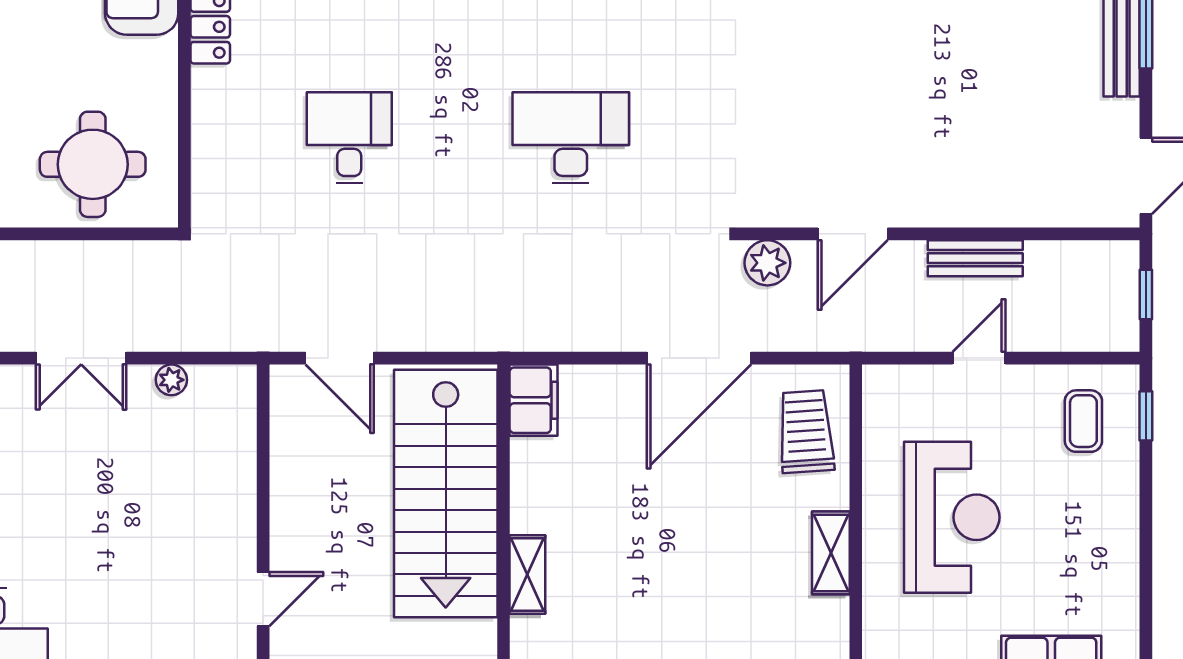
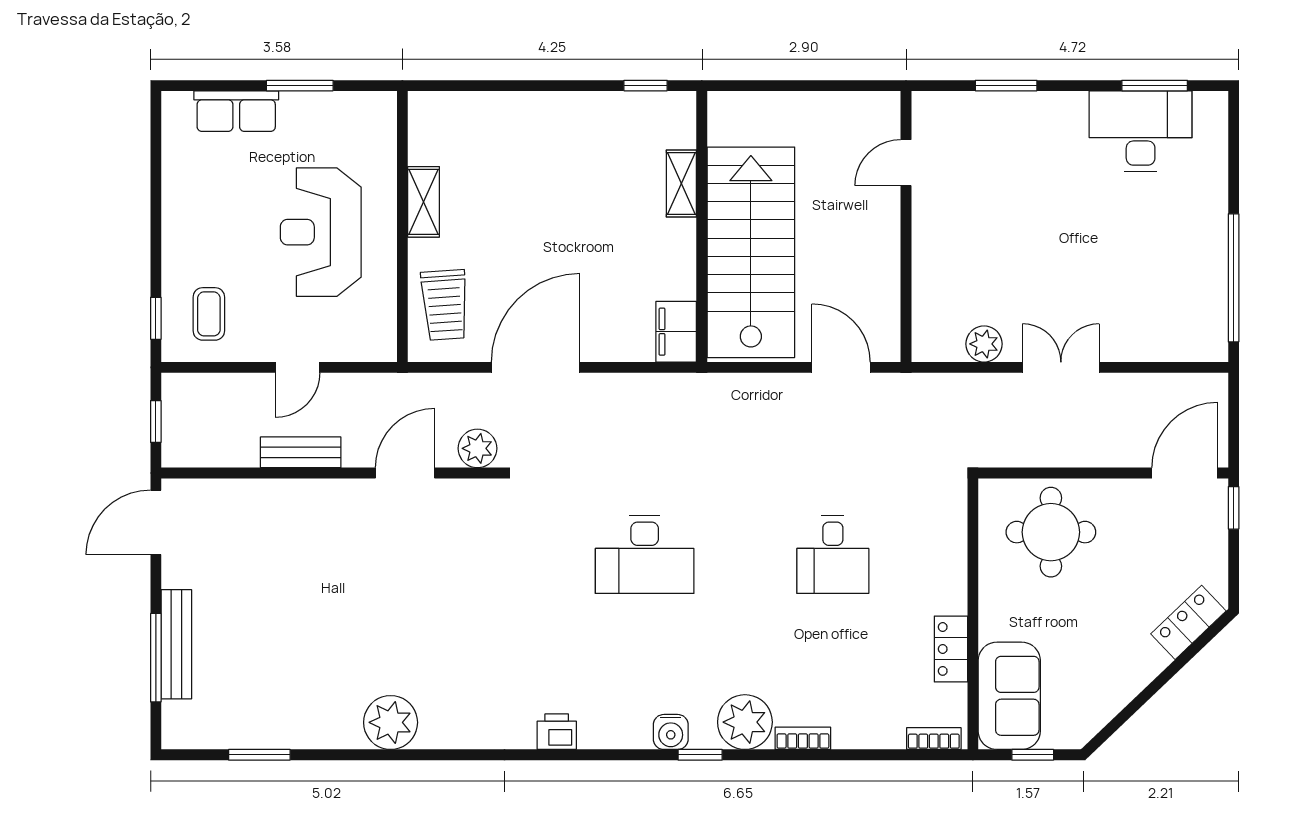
plant: (171, 380) -> (984, 344), width x1.38, depth x1.38

